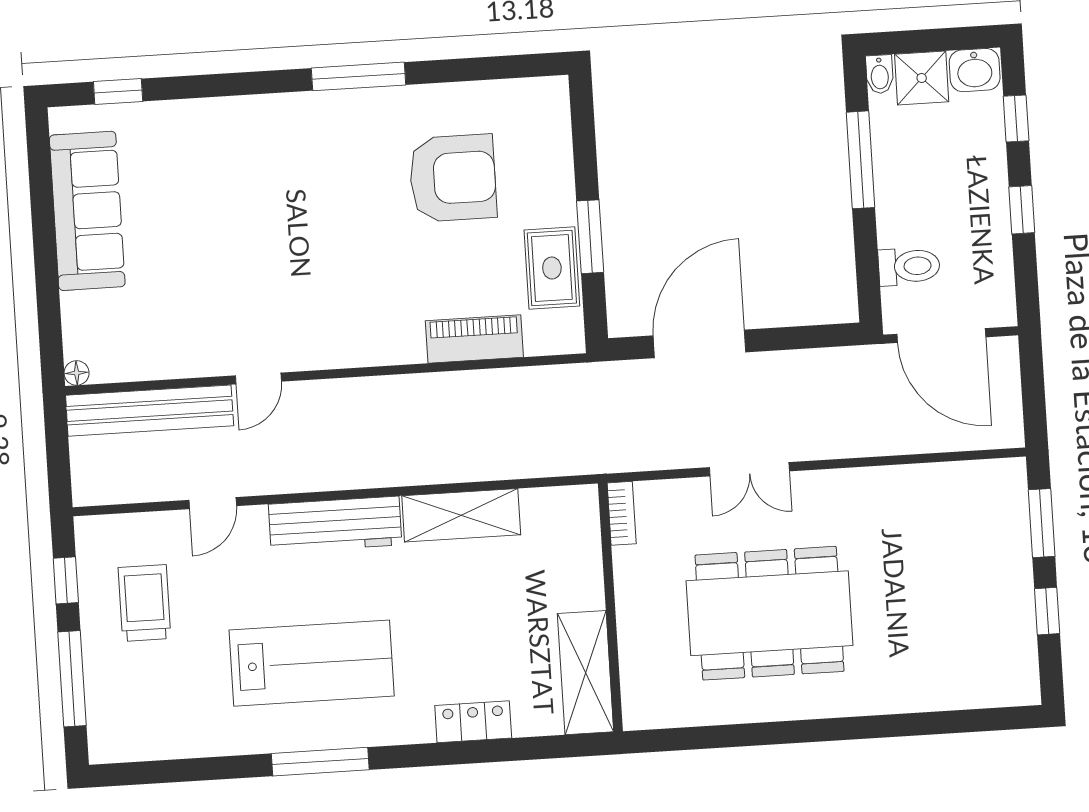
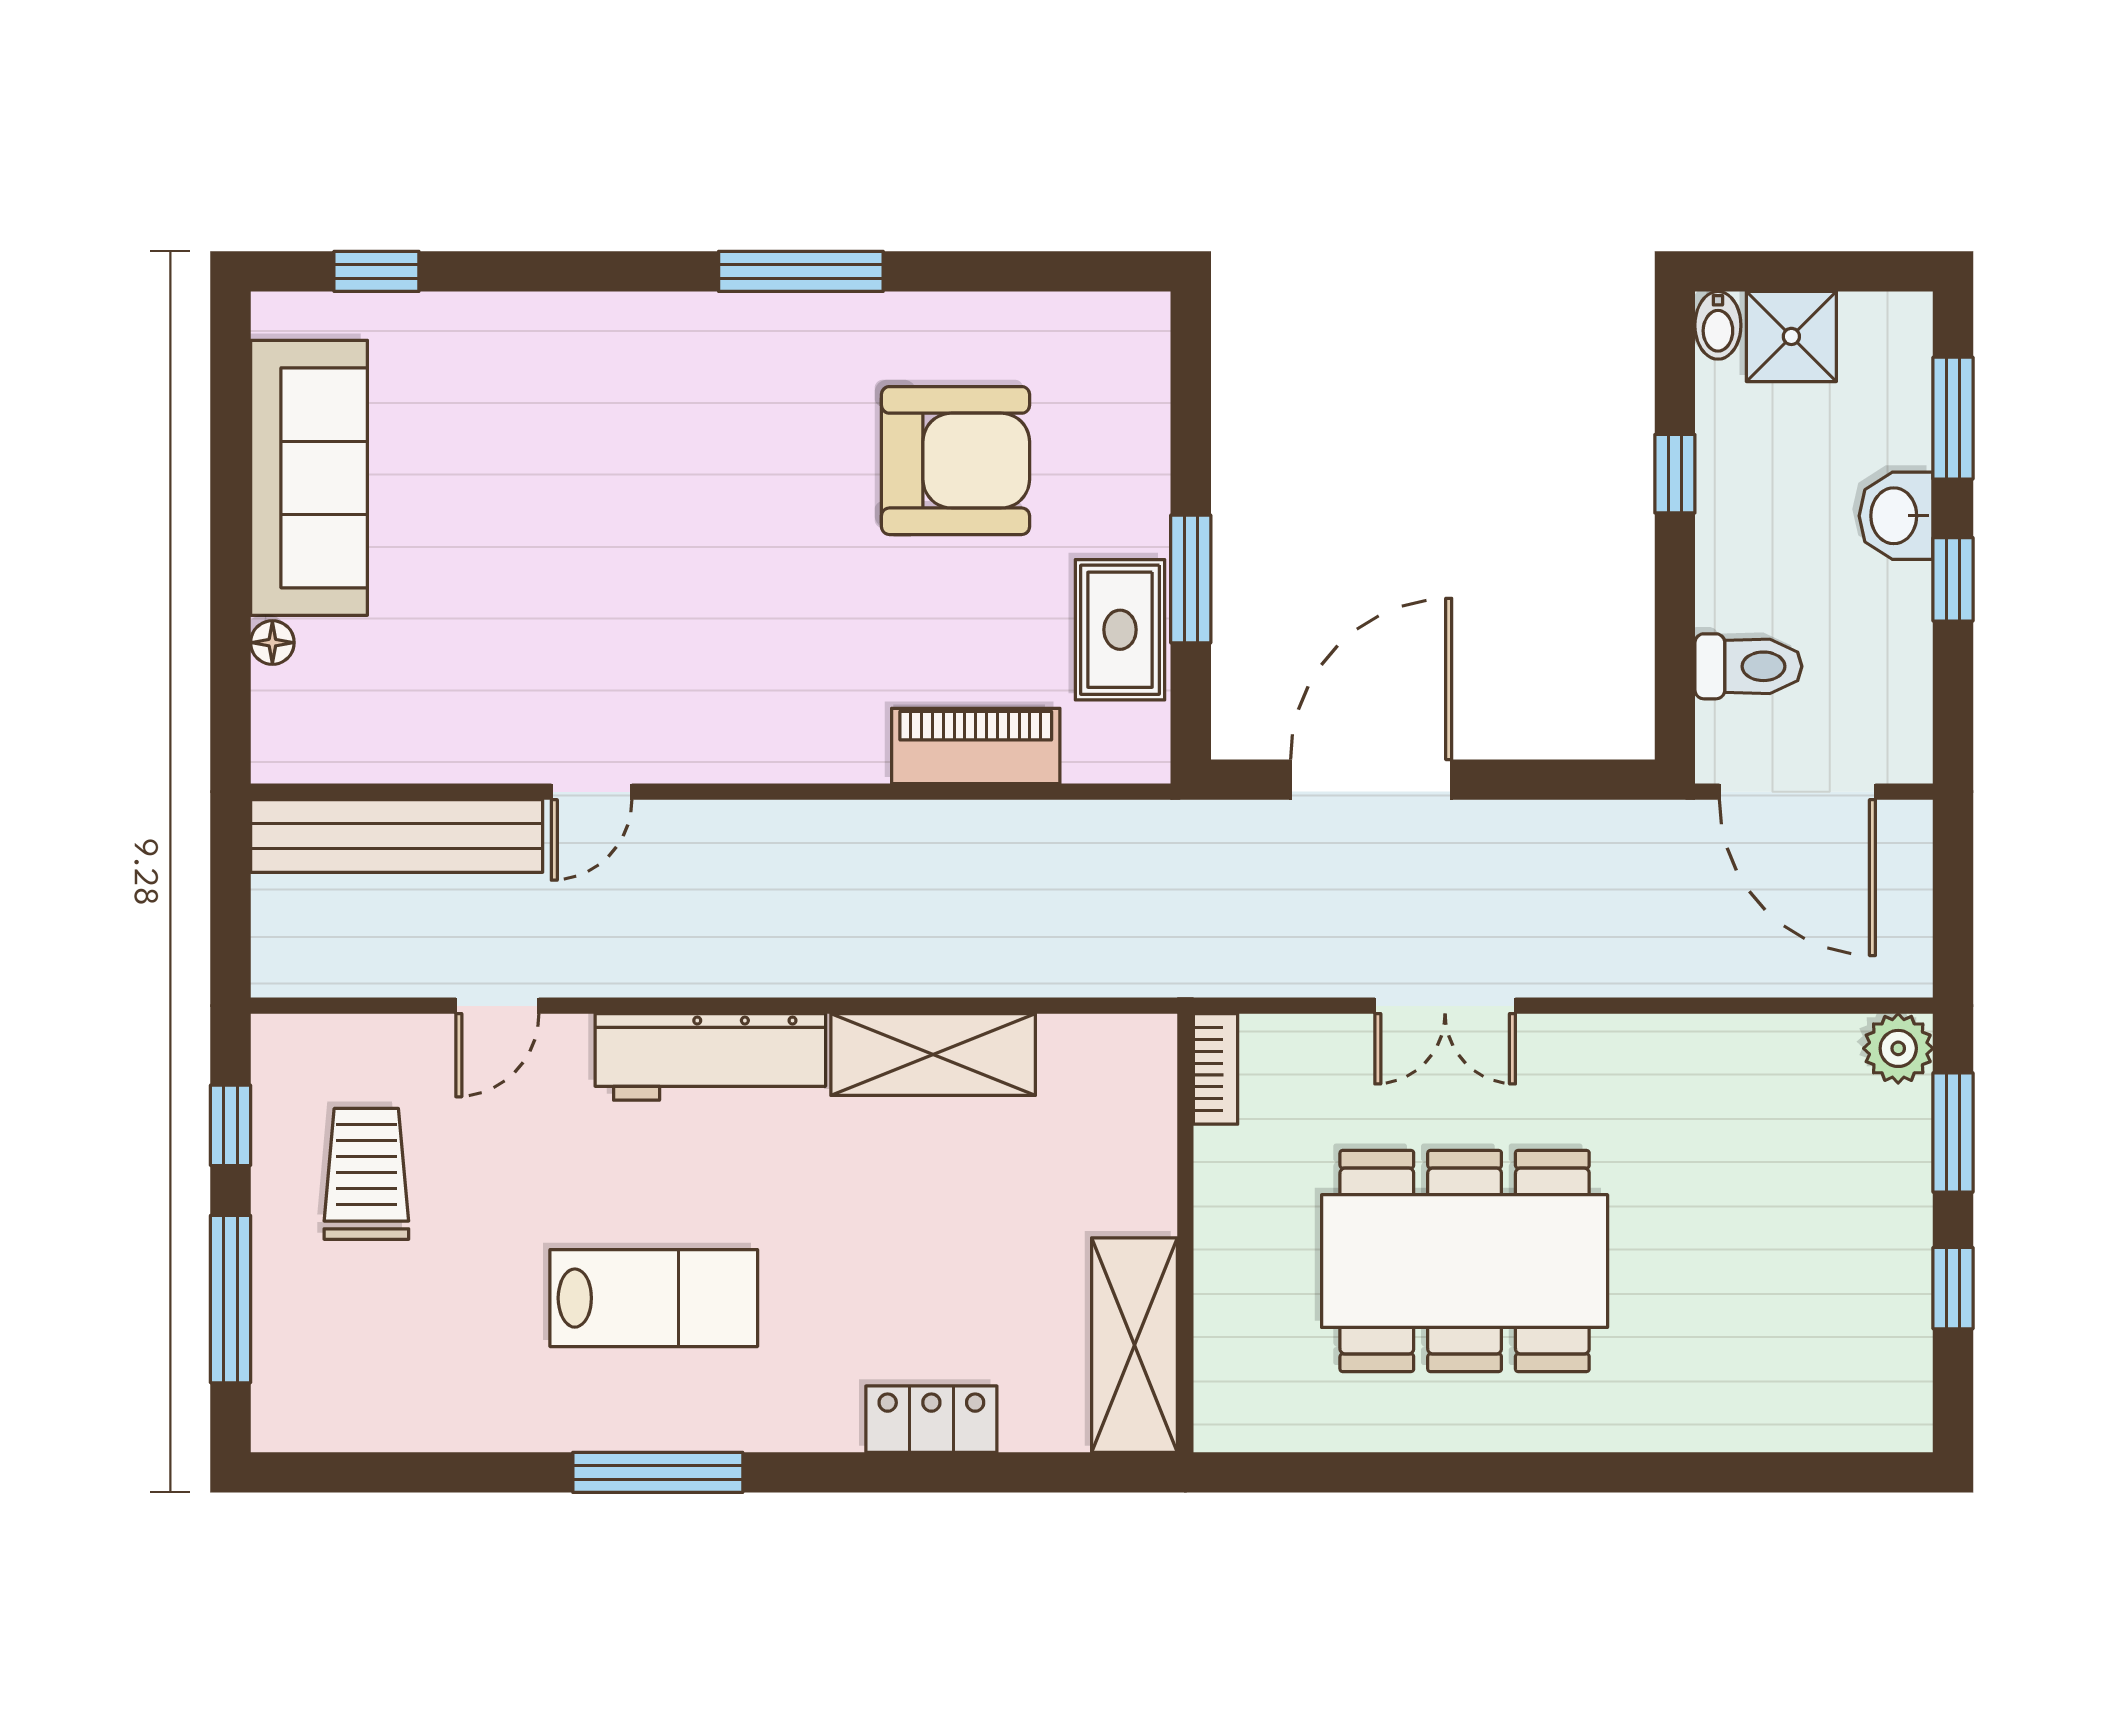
washbasin: (975, 70) -> (1896, 516), moved, turned 90
window: (1016, 118) -> (1953, 418), width x1.50
window: (861, 160) -> (1675, 474), width x0.46
floor lamp: (77, 373) -> (272, 643), moved
plant: (1007, 477) -> (1898, 1048), added
lab bench: (312, 663) -> (654, 1298), width x0.73, depth x0.72

